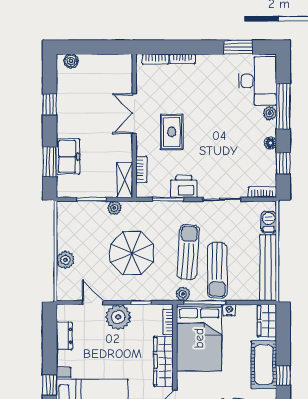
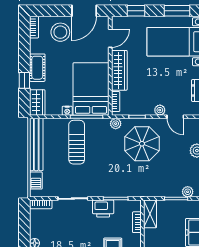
window: (283, 163) -> (24, 227), removed
plant: (114, 208) -> (188, 192), moved
sun lounger: (188, 252) -> (100, 157), removed
parasol: (132, 253) -> (142, 144), moved
plant: (183, 294) -> (116, 124), moved
plant: (118, 317) -> (160, 110), width x0.53, depth x0.53
cot: (264, 365) -> (37, 68), width x0.73, depth x0.75
window: (283, 376) -> (24, 80), moved

